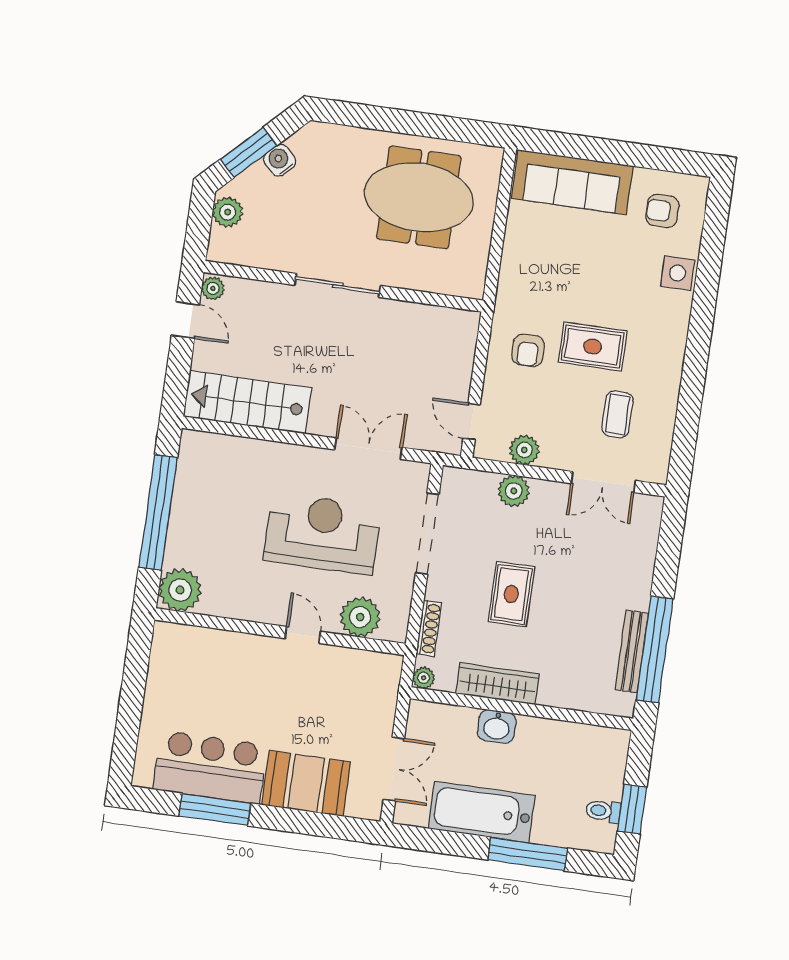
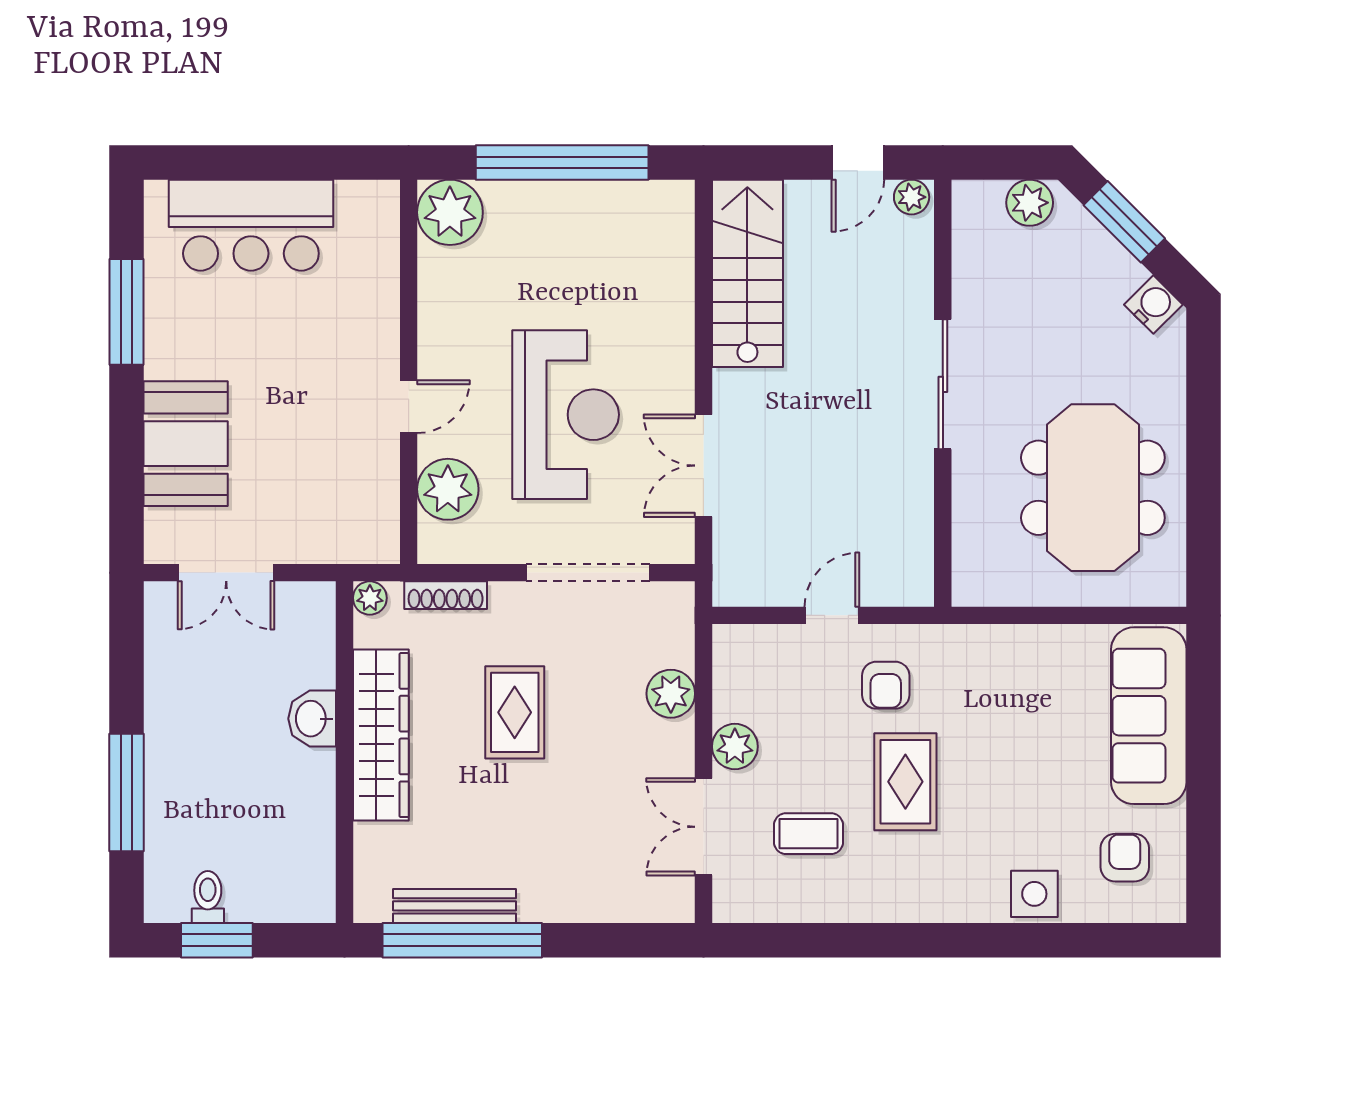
water cooler: (280, 160) -> (1153, 305), moved
armchair: (528, 350) -> (886, 685), turned -90
door: (472, 421) -> (832, 615), moved
double door: (368, 449) -> (703, 466), swing flipped
plant: (524, 450) -> (735, 747), moved
rug: (511, 594) -> (515, 712), turned 90
wardrobe: (497, 684) -> (381, 735), width x1.40, depth x1.17
bar counter: (210, 767) -> (251, 225), moved, turned 90
bathtub: (482, 812) -> (180, 714), removed

